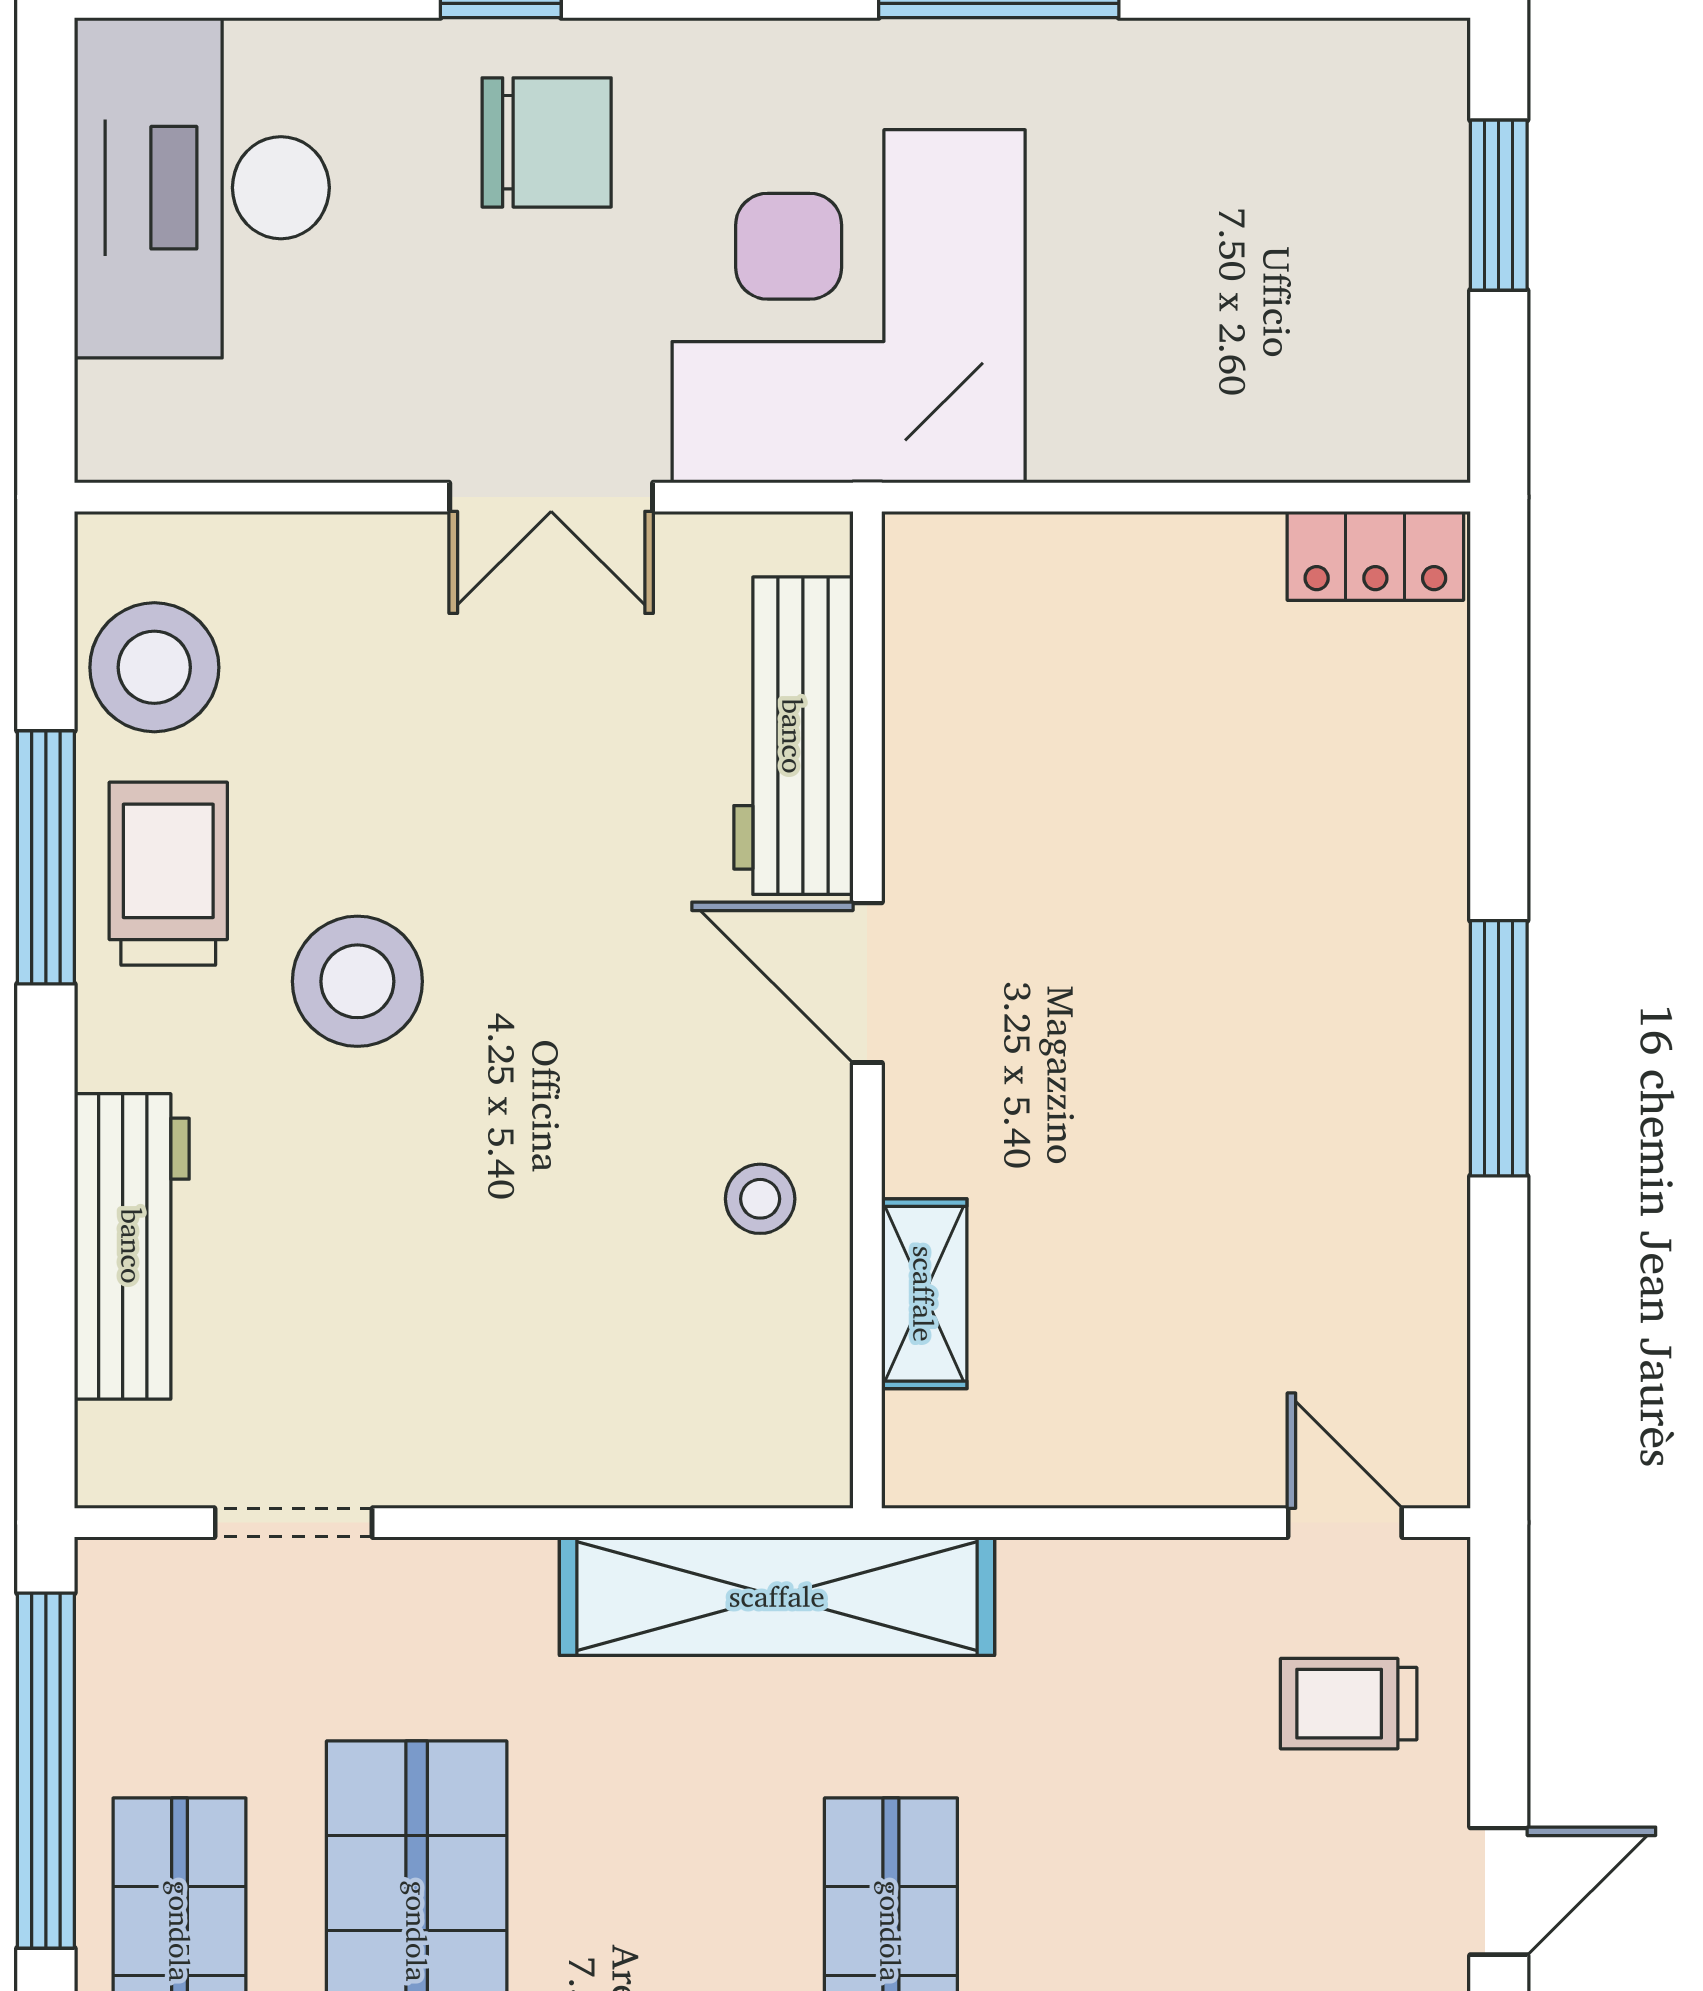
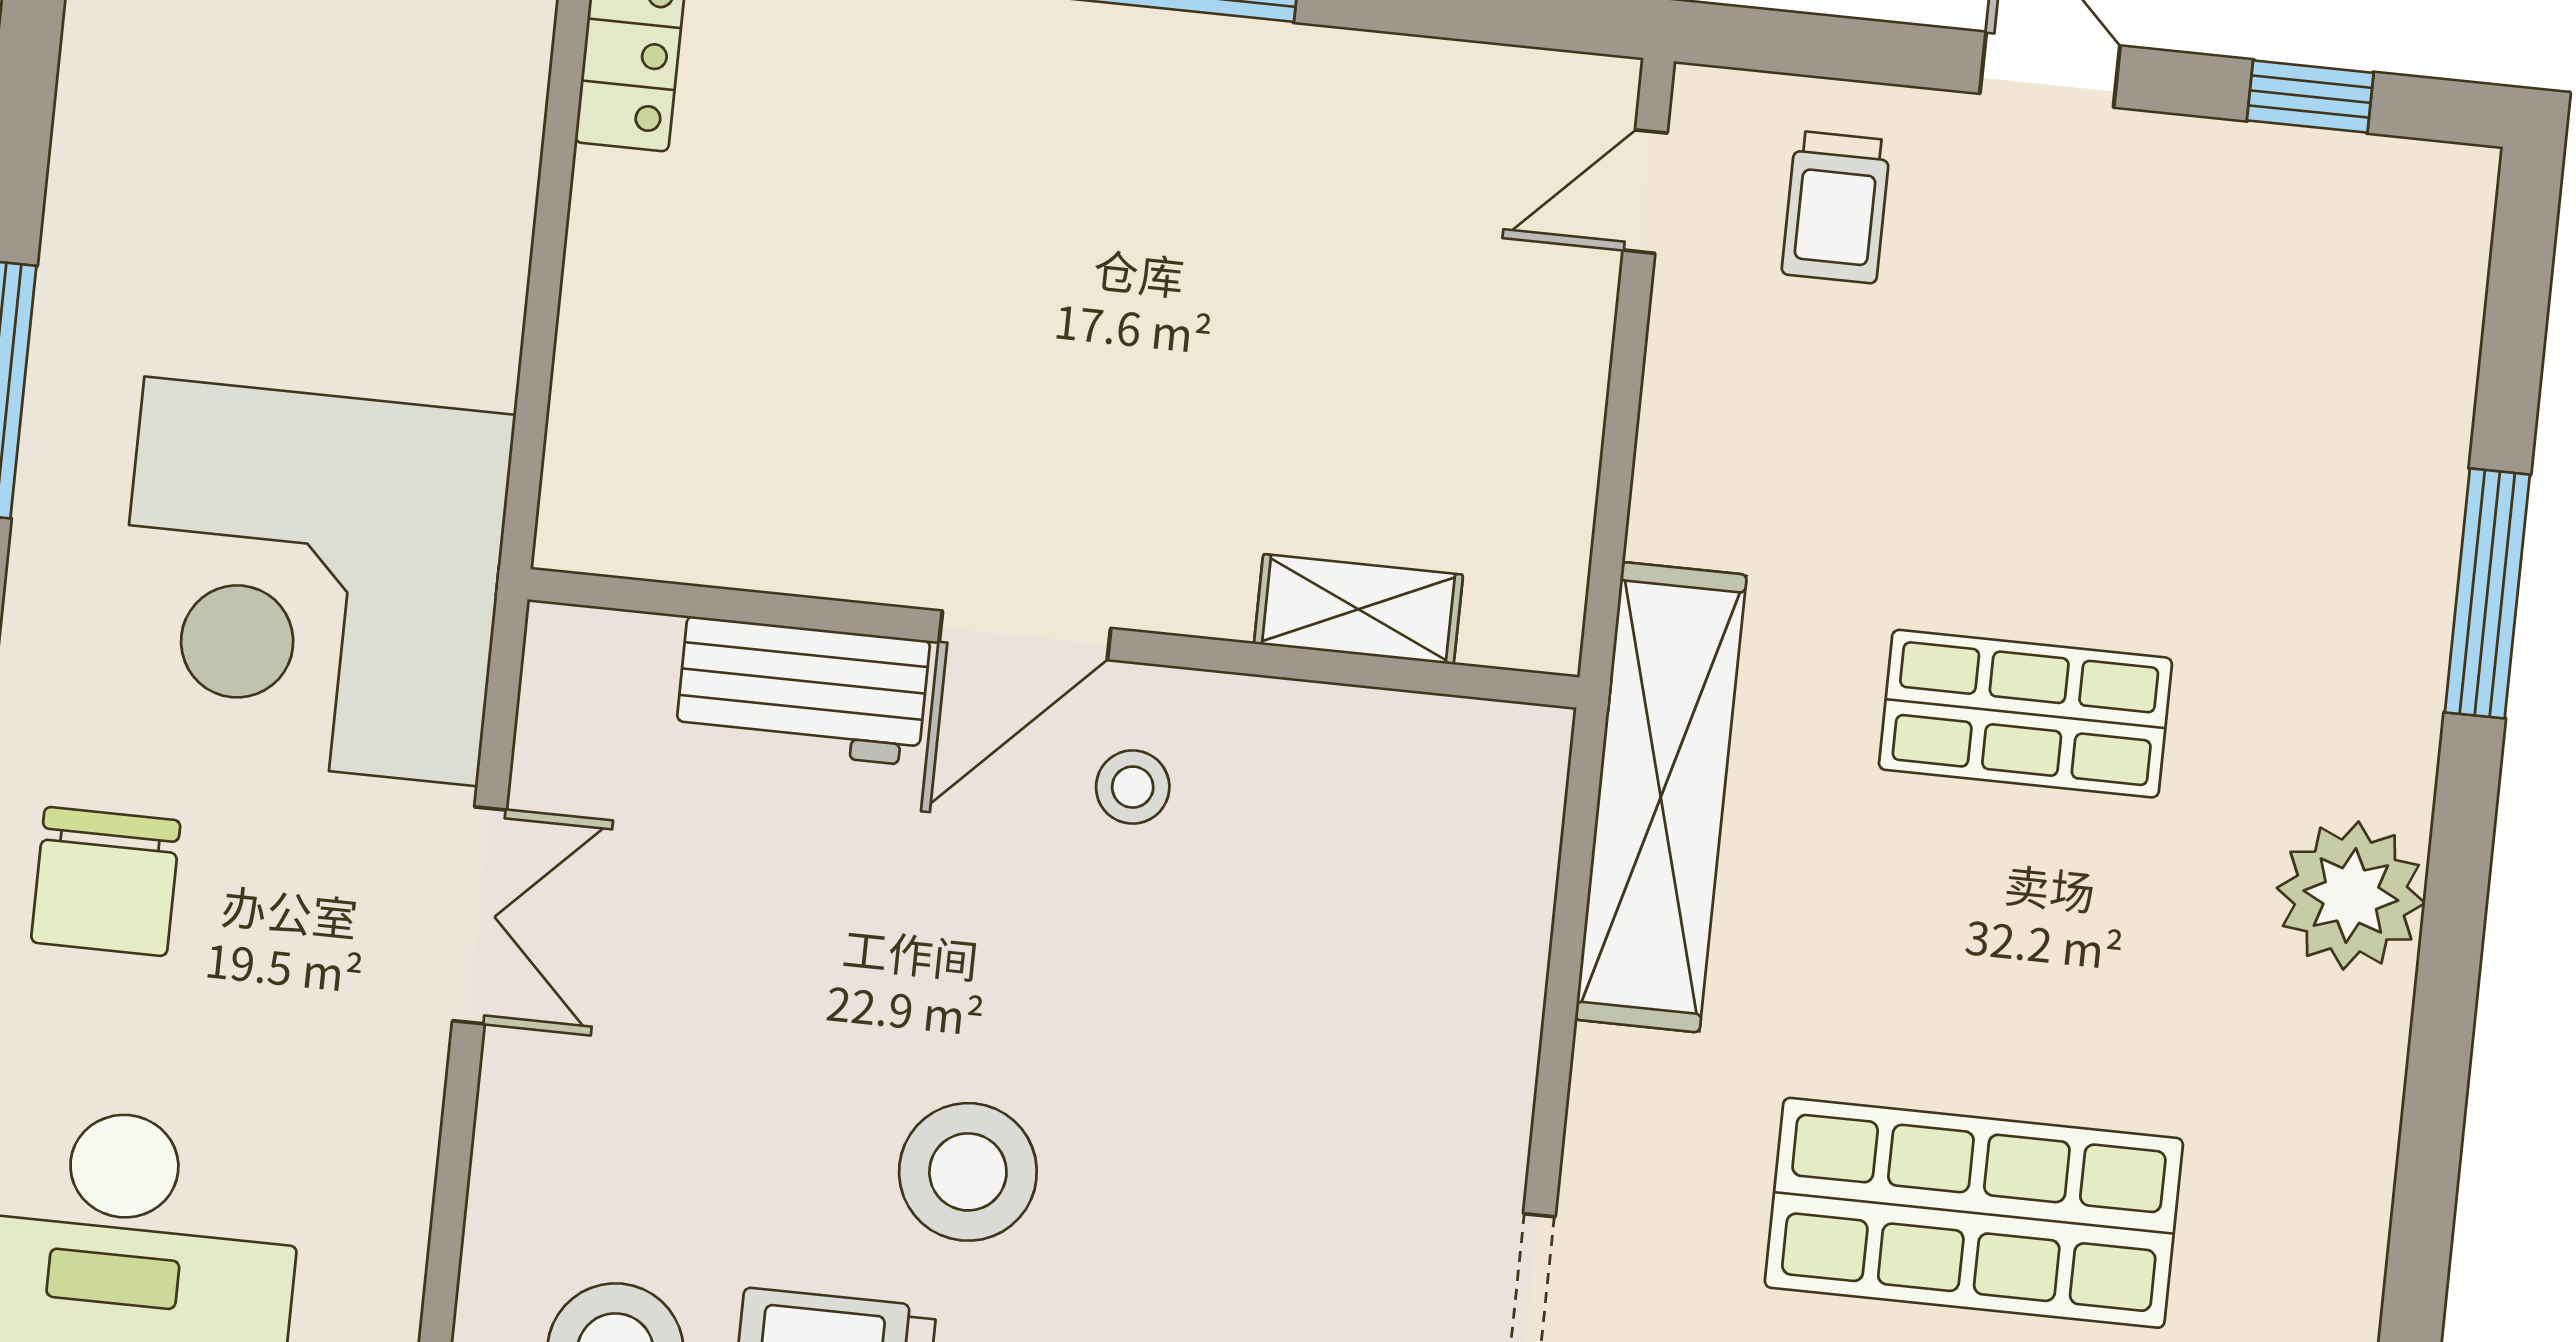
chair: (547, 142) -> (106, 882), turned 180
workbench: (793, 736) -> (802, 691), width x0.73
stool: (760, 1199) -> (1133, 787), moved

